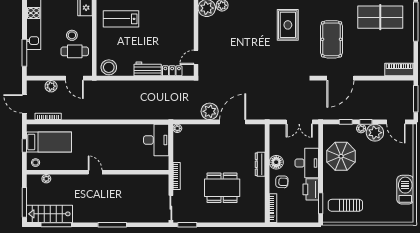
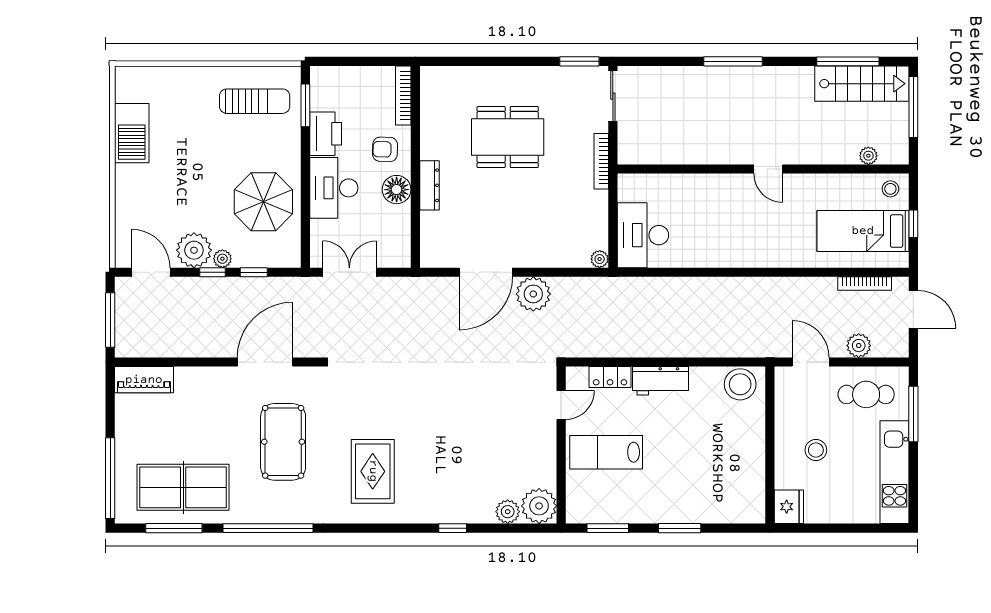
lab bench: (121, 19) -> (606, 452), moved, turned 180
cafe table: (75, 51) -> (866, 394), moved

